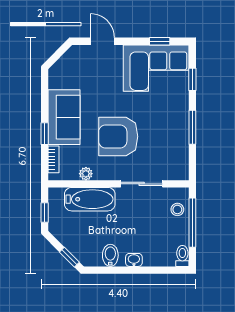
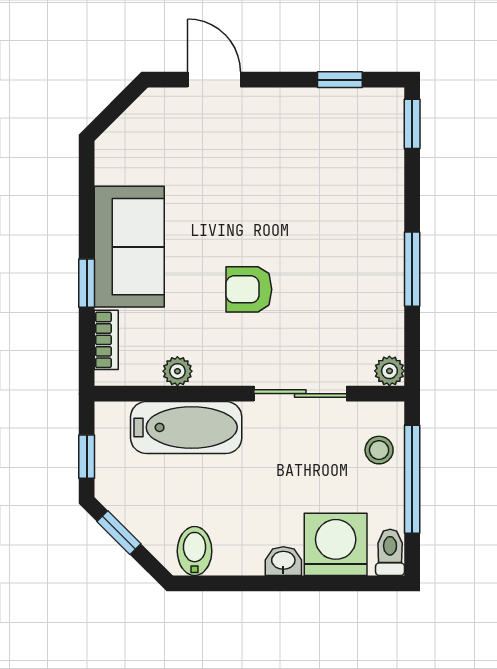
corner sofa: (156, 68) -> (332, 139), removed
window: (192, 79) -> (412, 124), moved
armchair: (118, 136) -> (249, 289), width x0.53, depth x0.53
plant: (182, 174) -> (389, 371), added
washing machine: (158, 252) -> (336, 544), added
bidet: (110, 255) -> (195, 551), moved
window: (69, 257) -> (119, 533), moved

